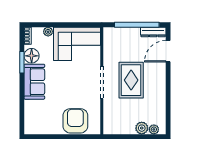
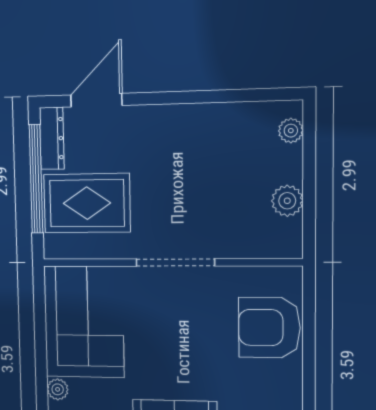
door: (168, 51) -> (96, 100), swing flipped
rug: (131, 80) -> (87, 203), moved
plant: (142, 128) -> (287, 201), moved

